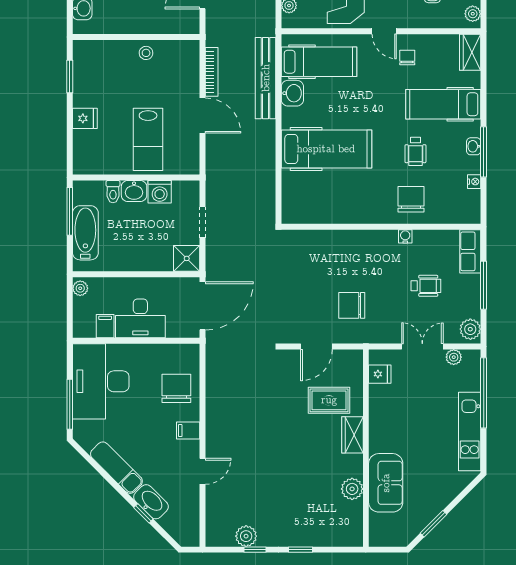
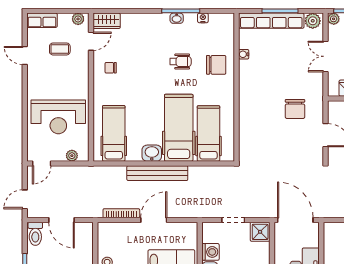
door: (384, 31) -> (91, 41), moved
bench: (266, 78) -> (157, 173), moved
washbasin: (292, 93) -> (152, 153), moved
hospital bed: (443, 104) -> (208, 133), moved, turned 180
chair: (411, 199) -> (216, 65), turned 180
water cooler: (405, 236) -> (244, 54), moved
row of seats: (470, 251) -> (271, 21), width x2.02
wheelchair: (426, 286) -> (280, 54), removed
plant: (454, 357) -> (334, 19), moved

